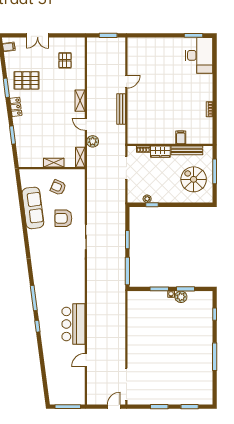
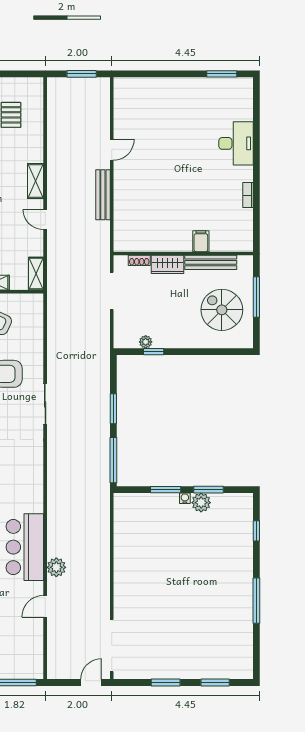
desk: (199, 55) -> (236, 143), moved, width x0.73, depth x0.77
plant: (93, 141) -> (56, 567), moved

